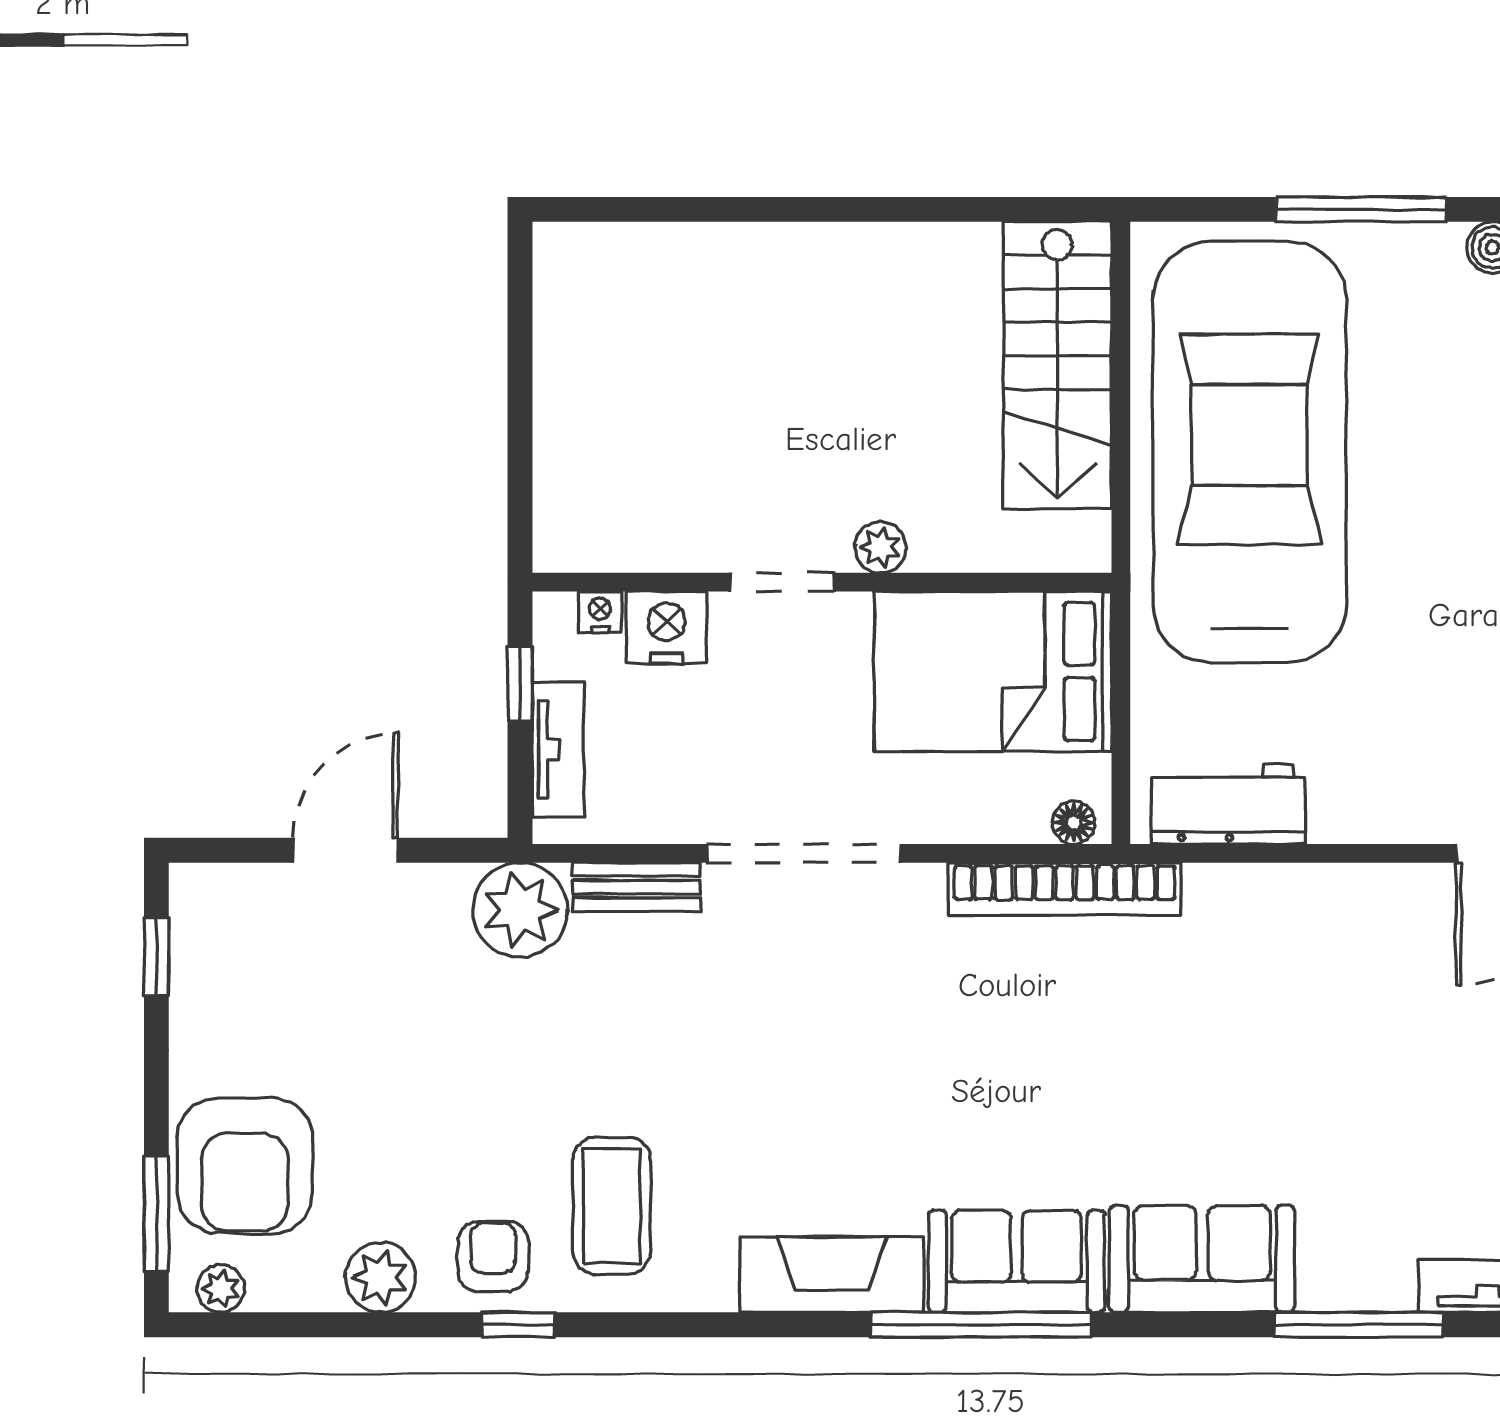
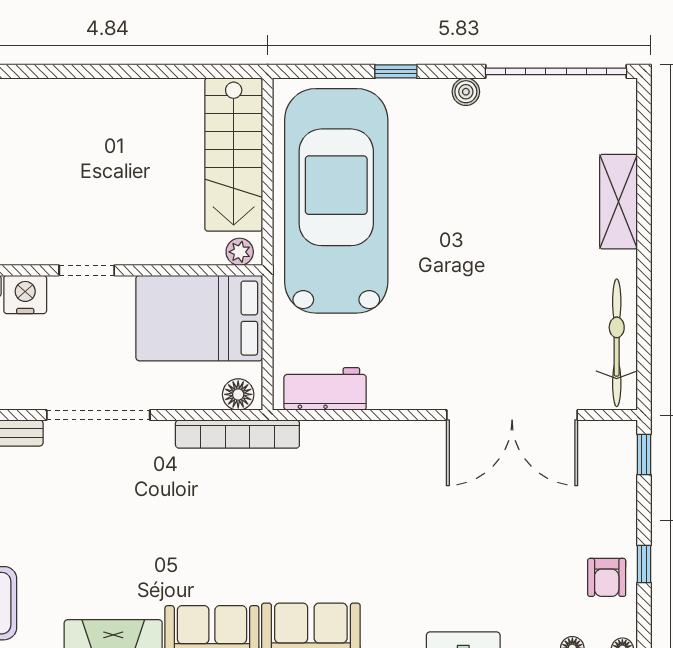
window: (1361, 209) -> (396, 71), width x0.46
plant: (880, 547) -> (240, 252), moved
floor lamp: (1074, 823) -> (238, 394), width x1.37, depth x1.37

